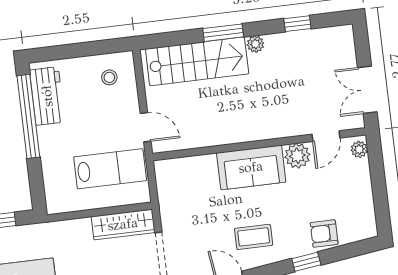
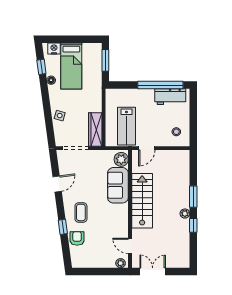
window: (297, 24) -> (193, 225), moved
stairs: (197, 61) -> (142, 201), moved, turned 180
plant: (297, 156) -> (121, 159), moved
sofa: (251, 167) -> (118, 185), moved
coffee table: (254, 237) -> (81, 212), moved

